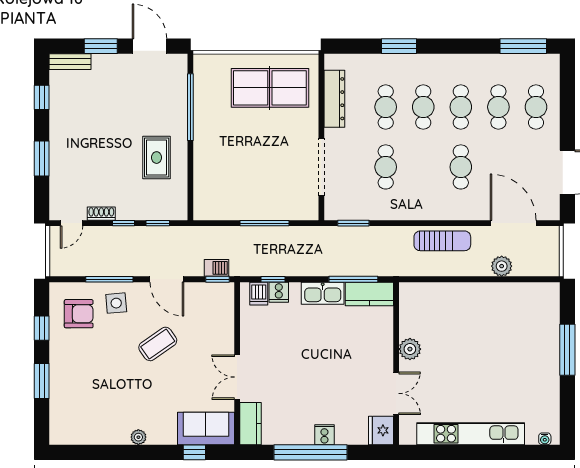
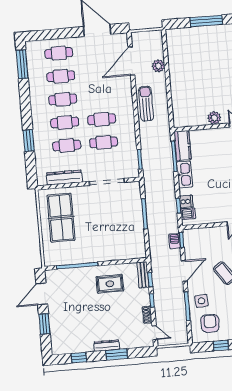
bench: (70, 62) -> (143, 275), moved
dresser: (57, 144) -> (107, 346), added
cafe table: (461, 167) -> (102, 119), moved

